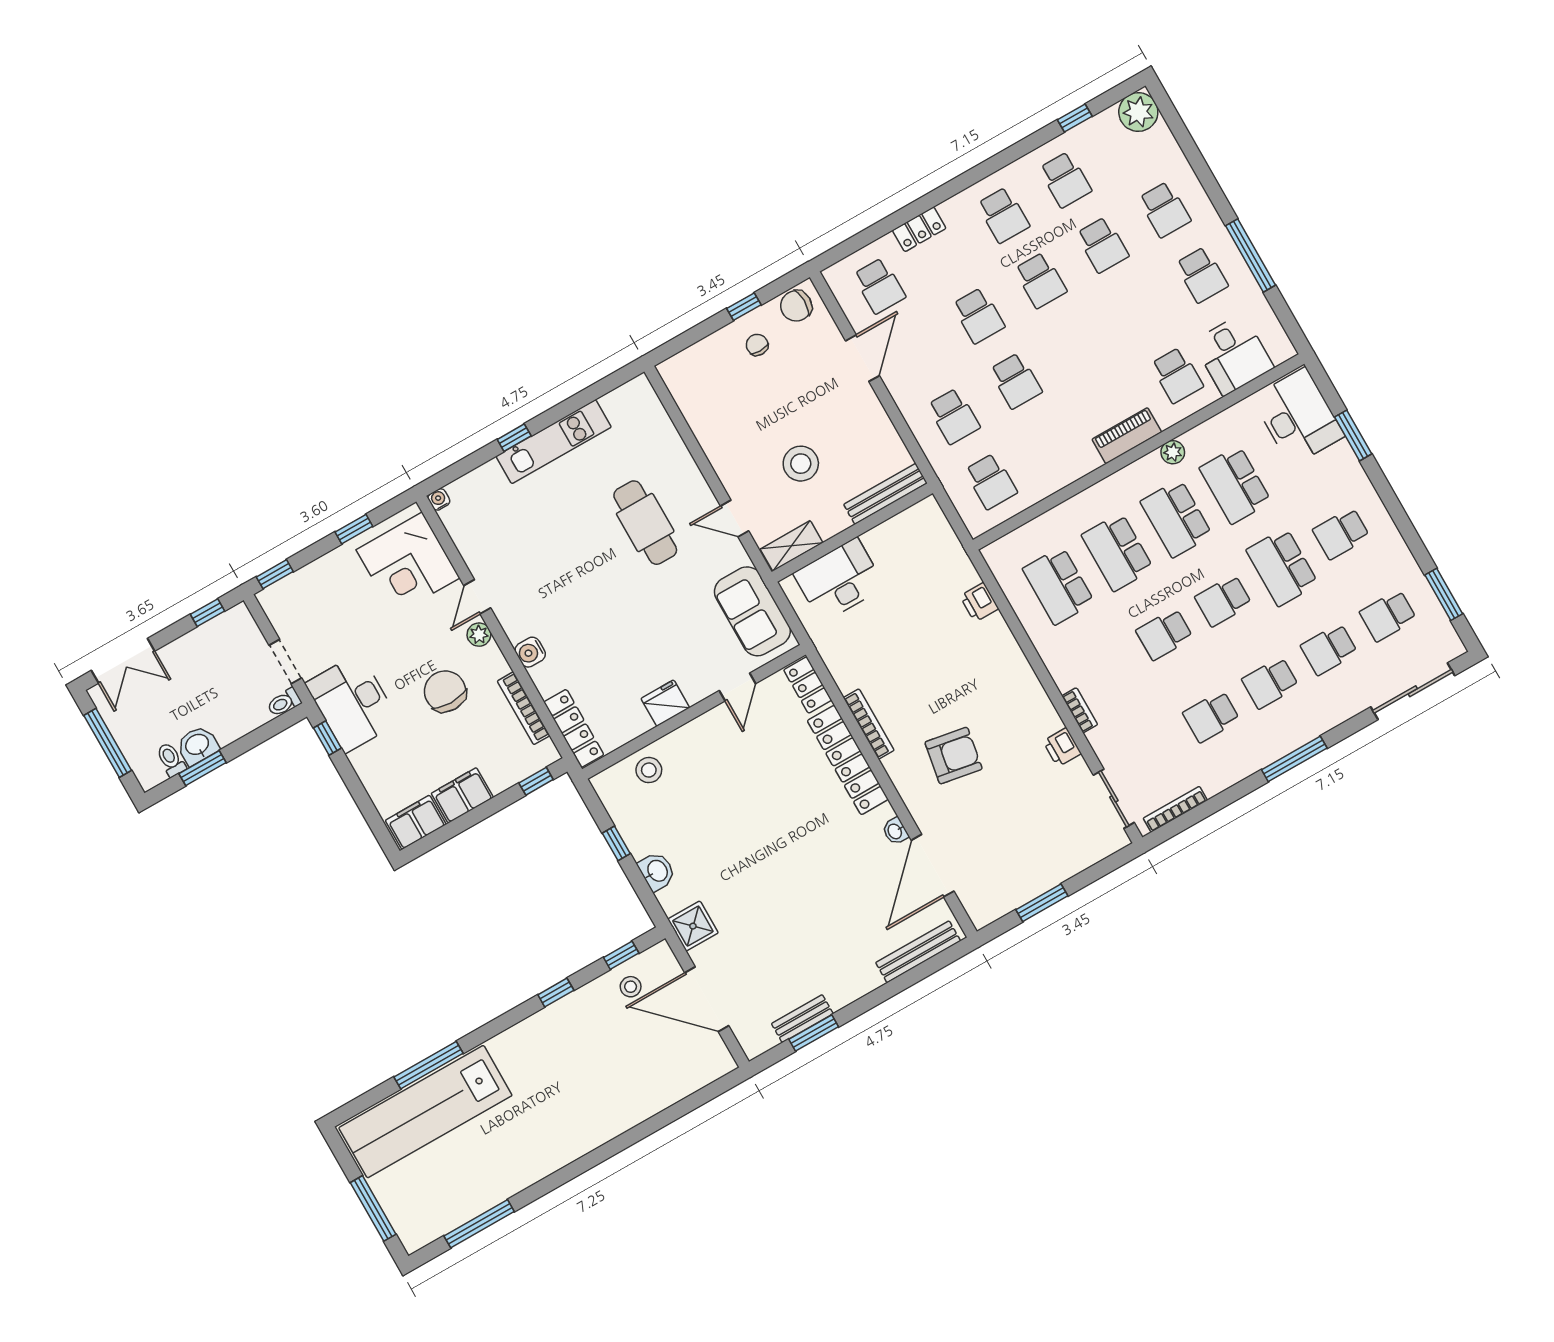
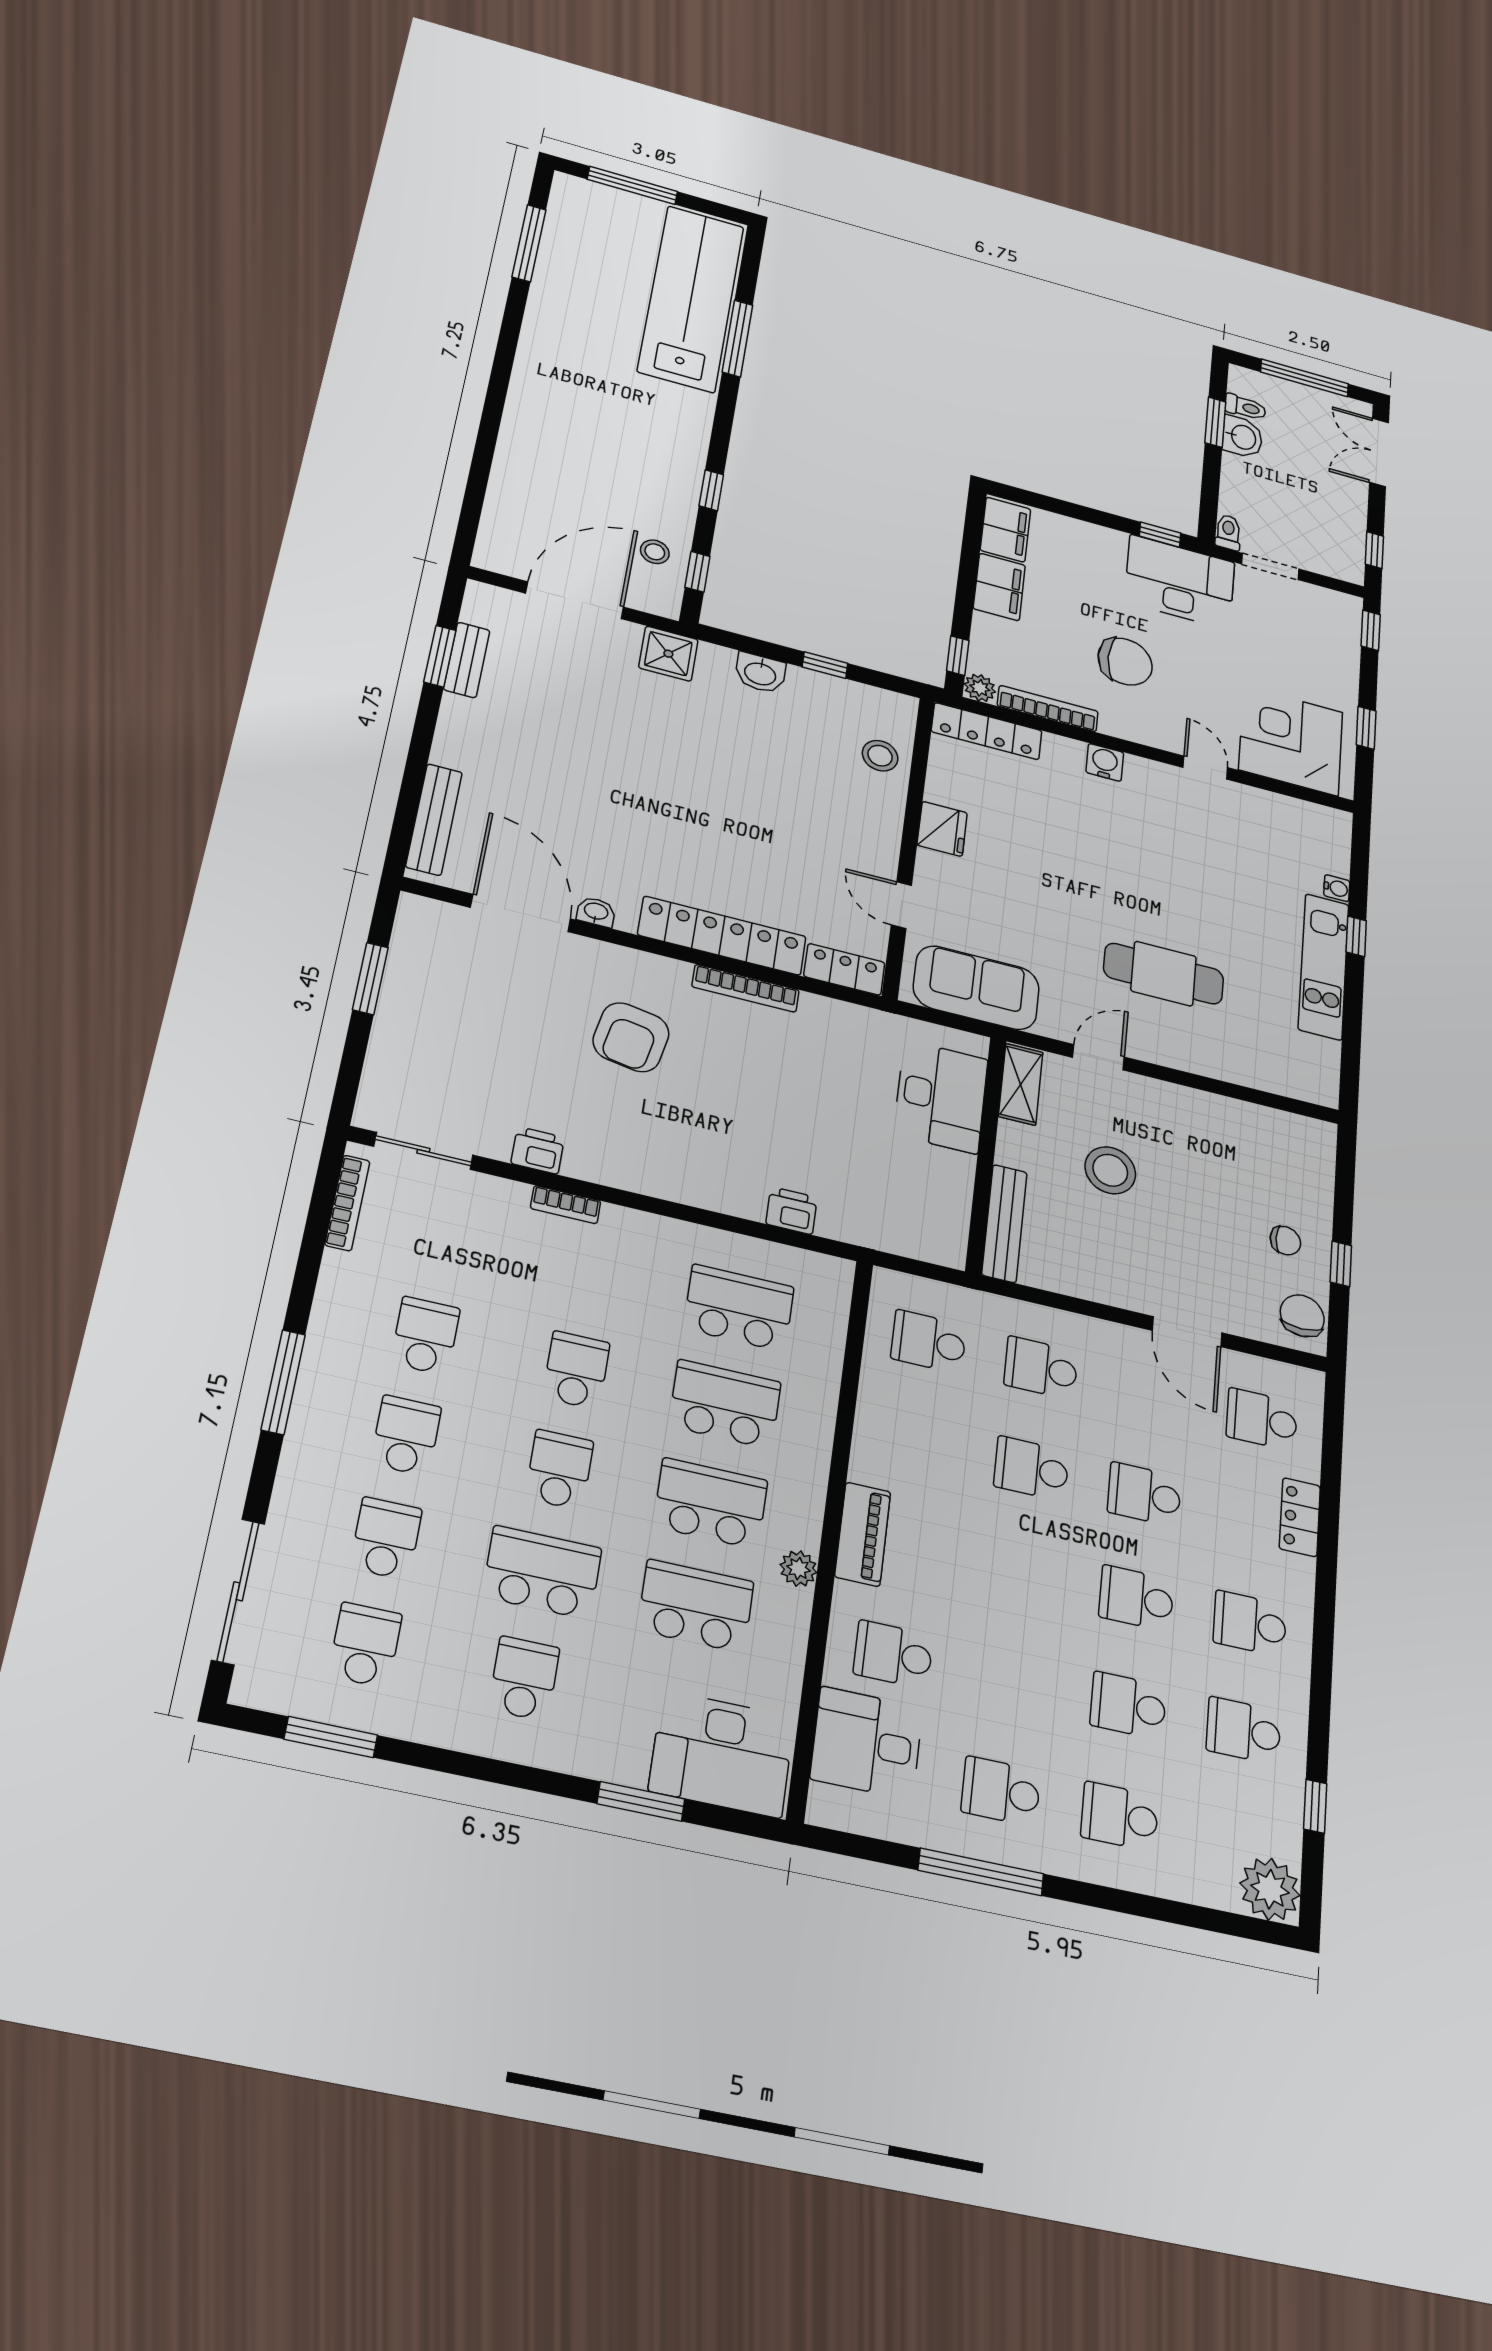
water cooler: (439, 499) -> (1337, 888), moved
plant: (479, 635) -> (980, 688), moved

